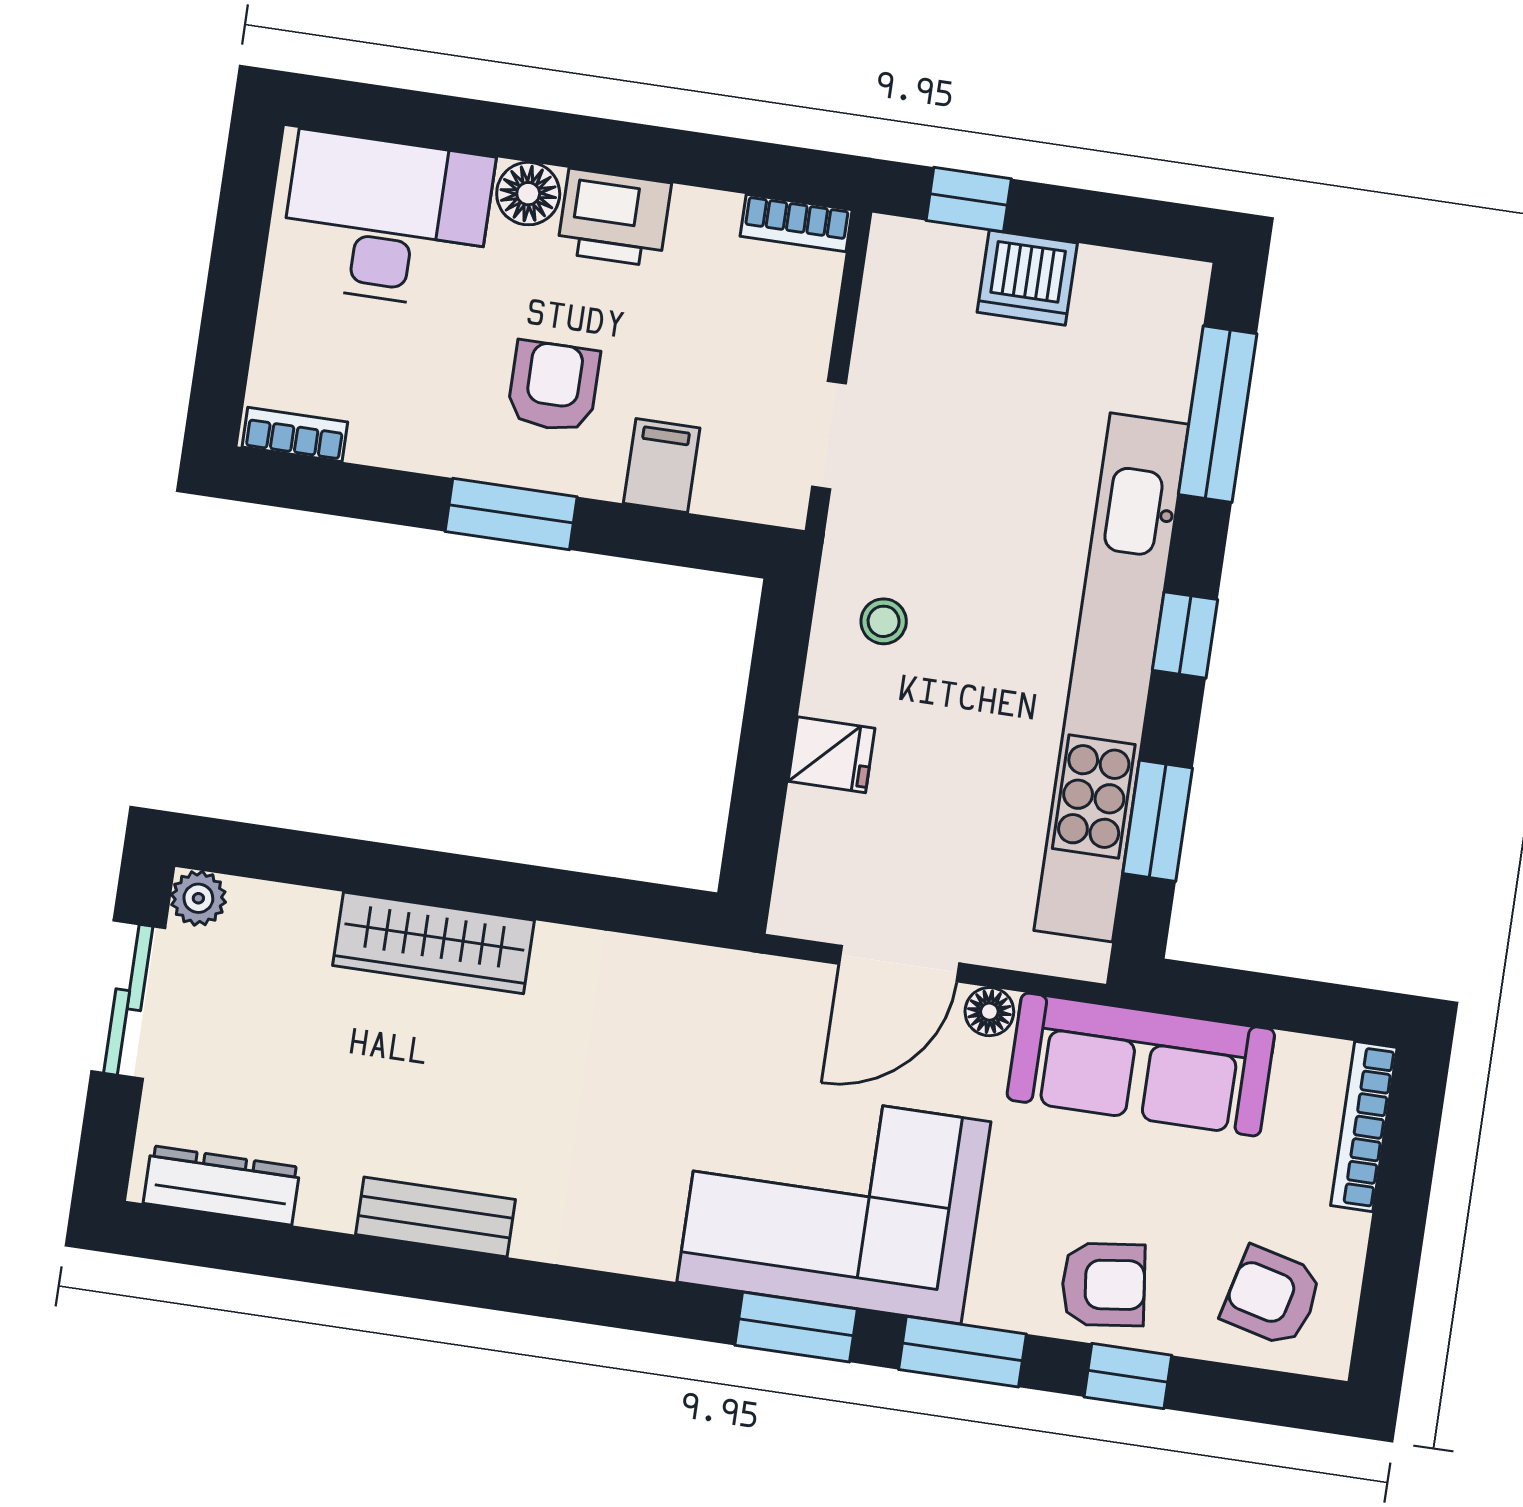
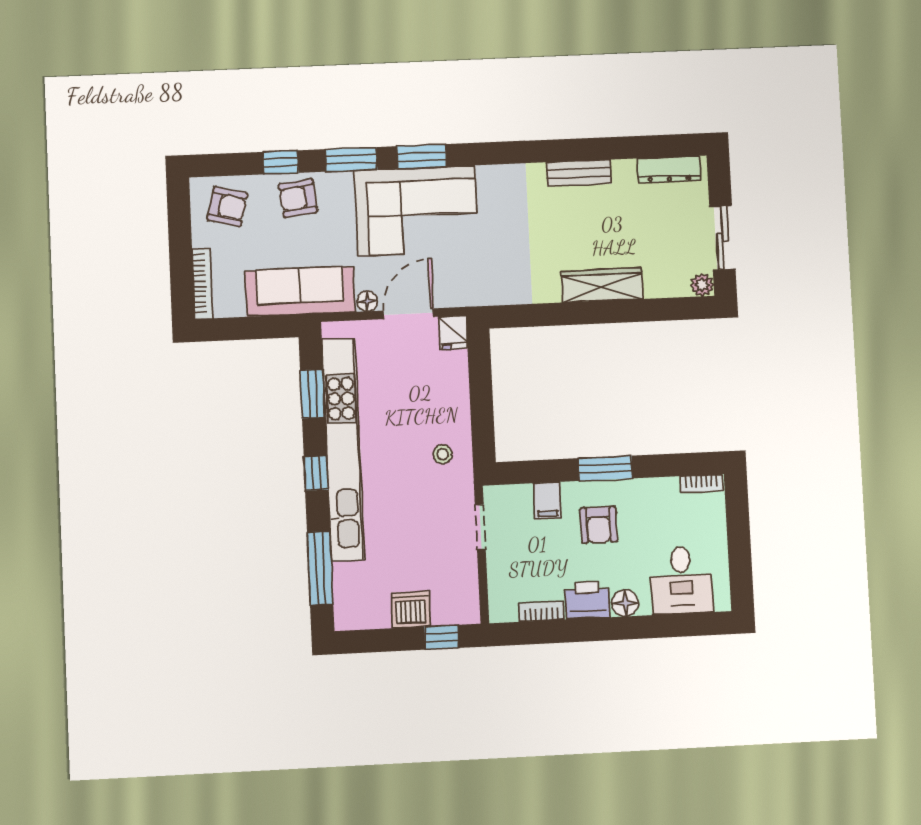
desk: (386, 220) -> (681, 580), width x0.73
bookcase: (796, 223) -> (541, 612), moved
fridge: (831, 755) -> (453, 332), moved, turned -90

